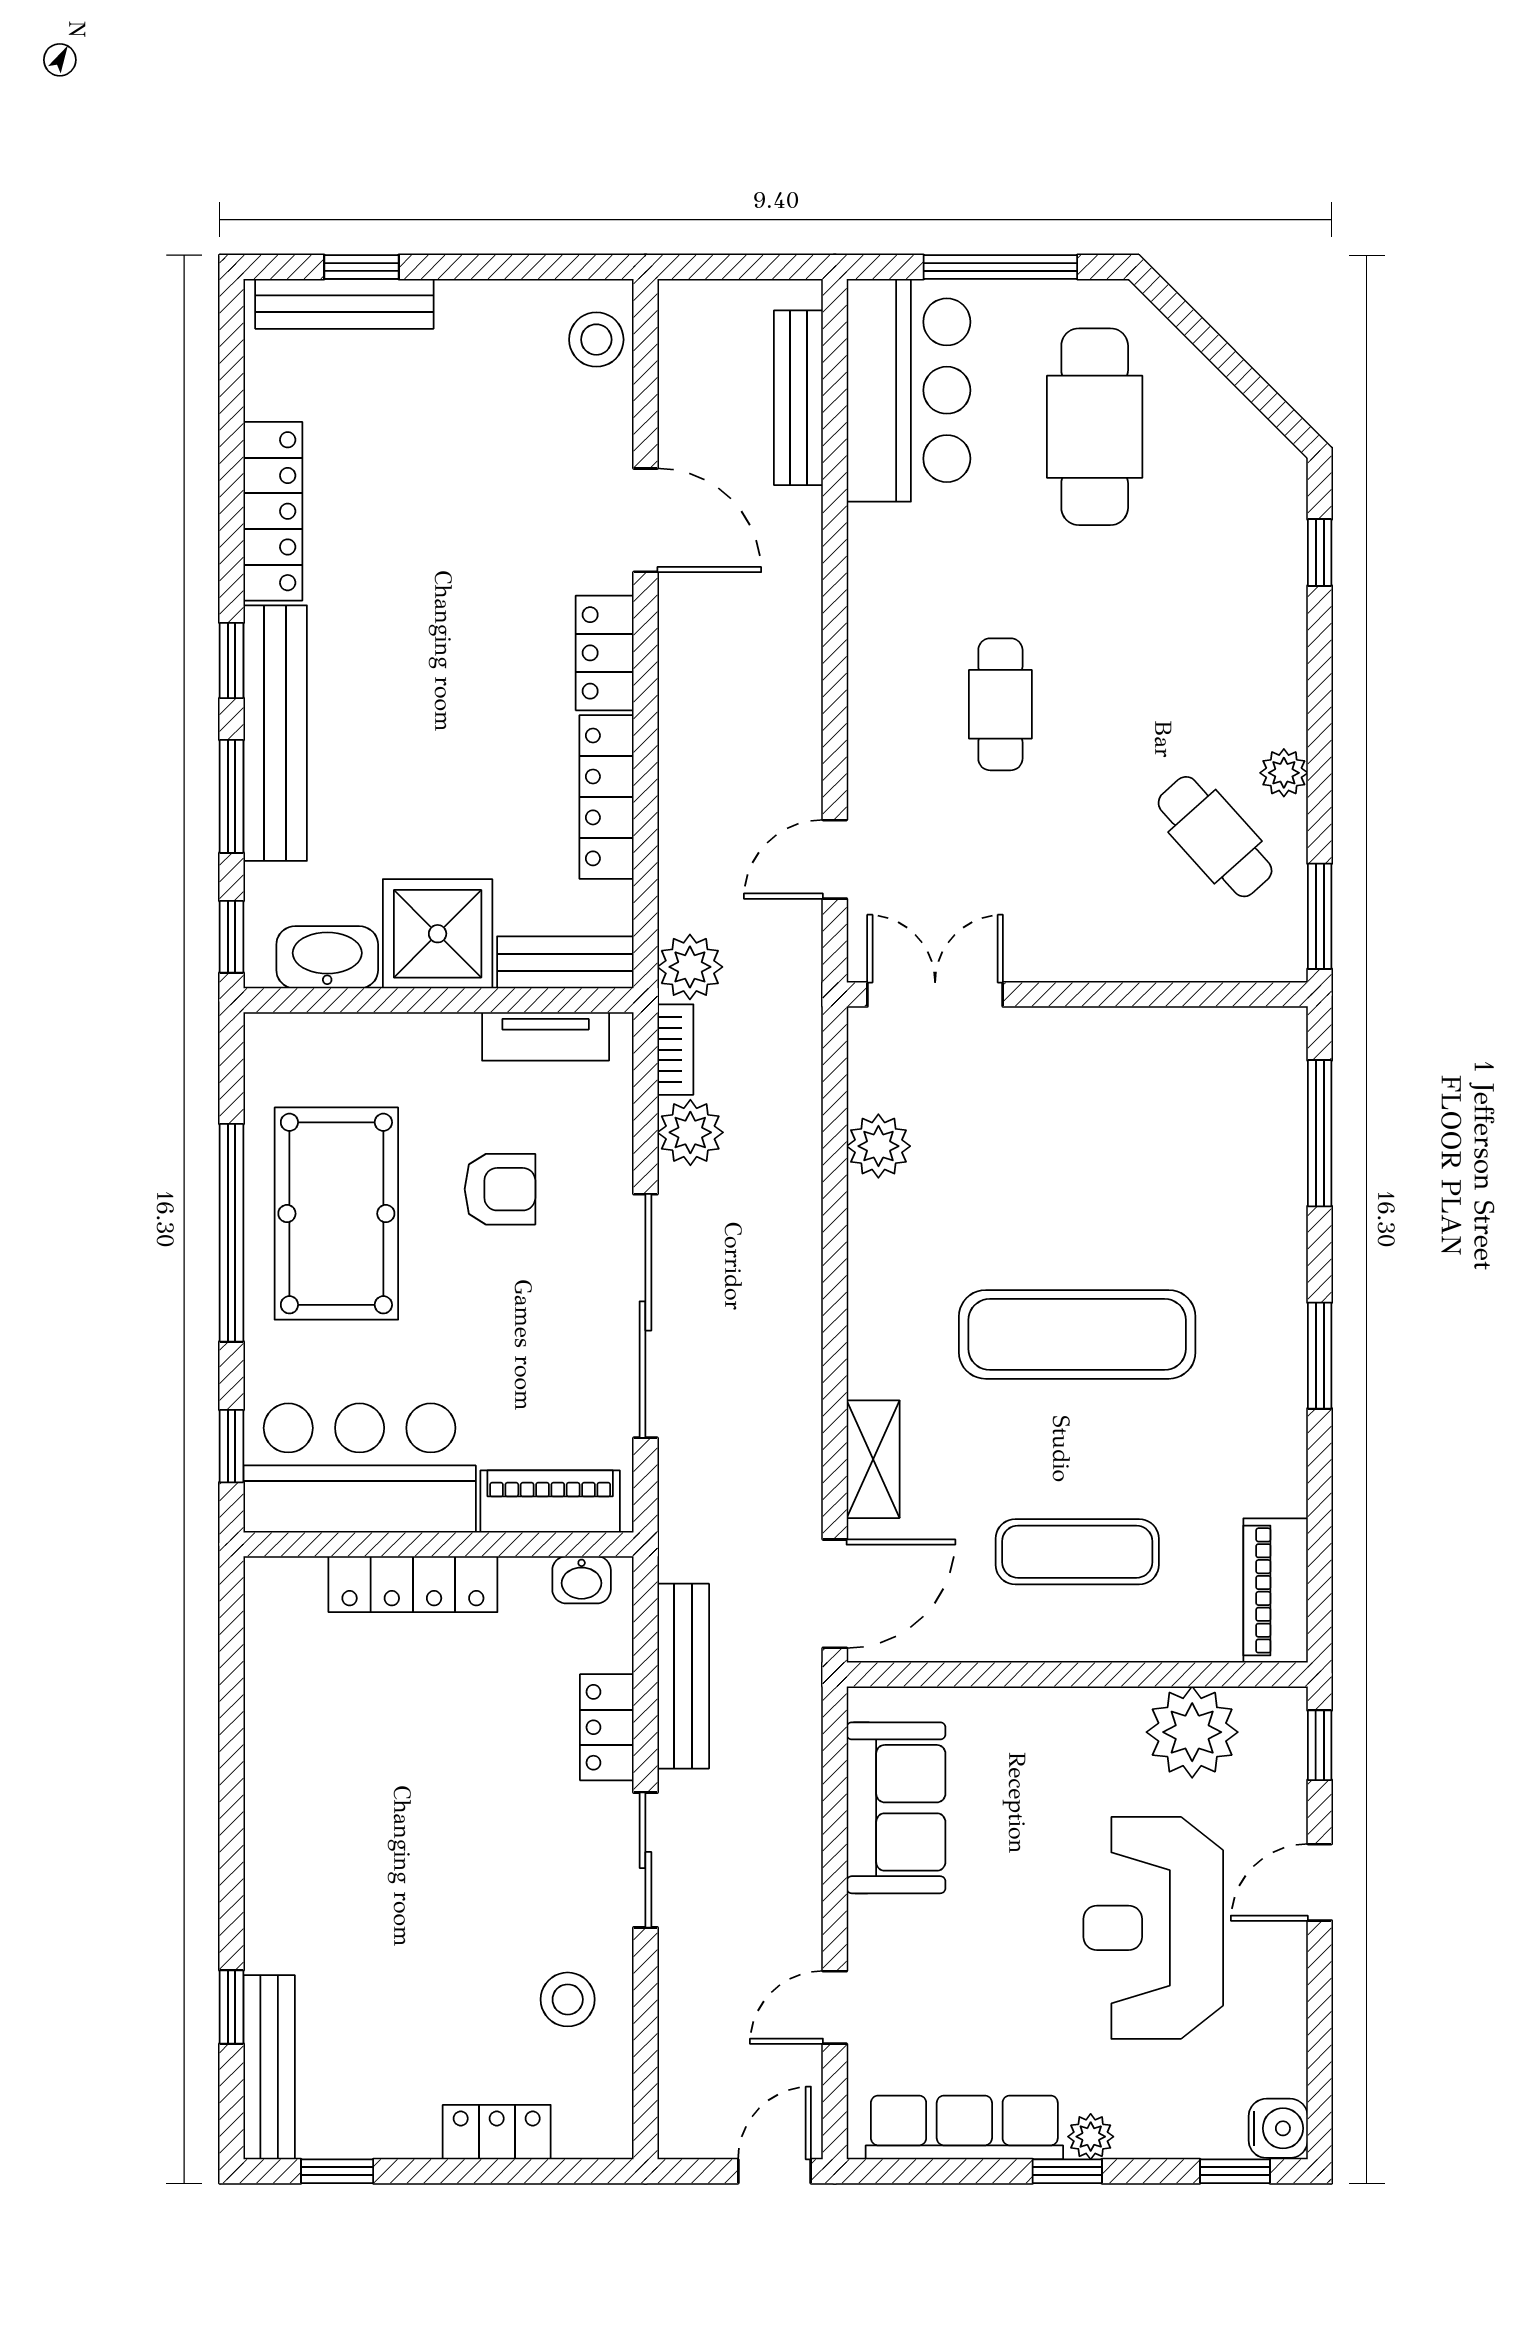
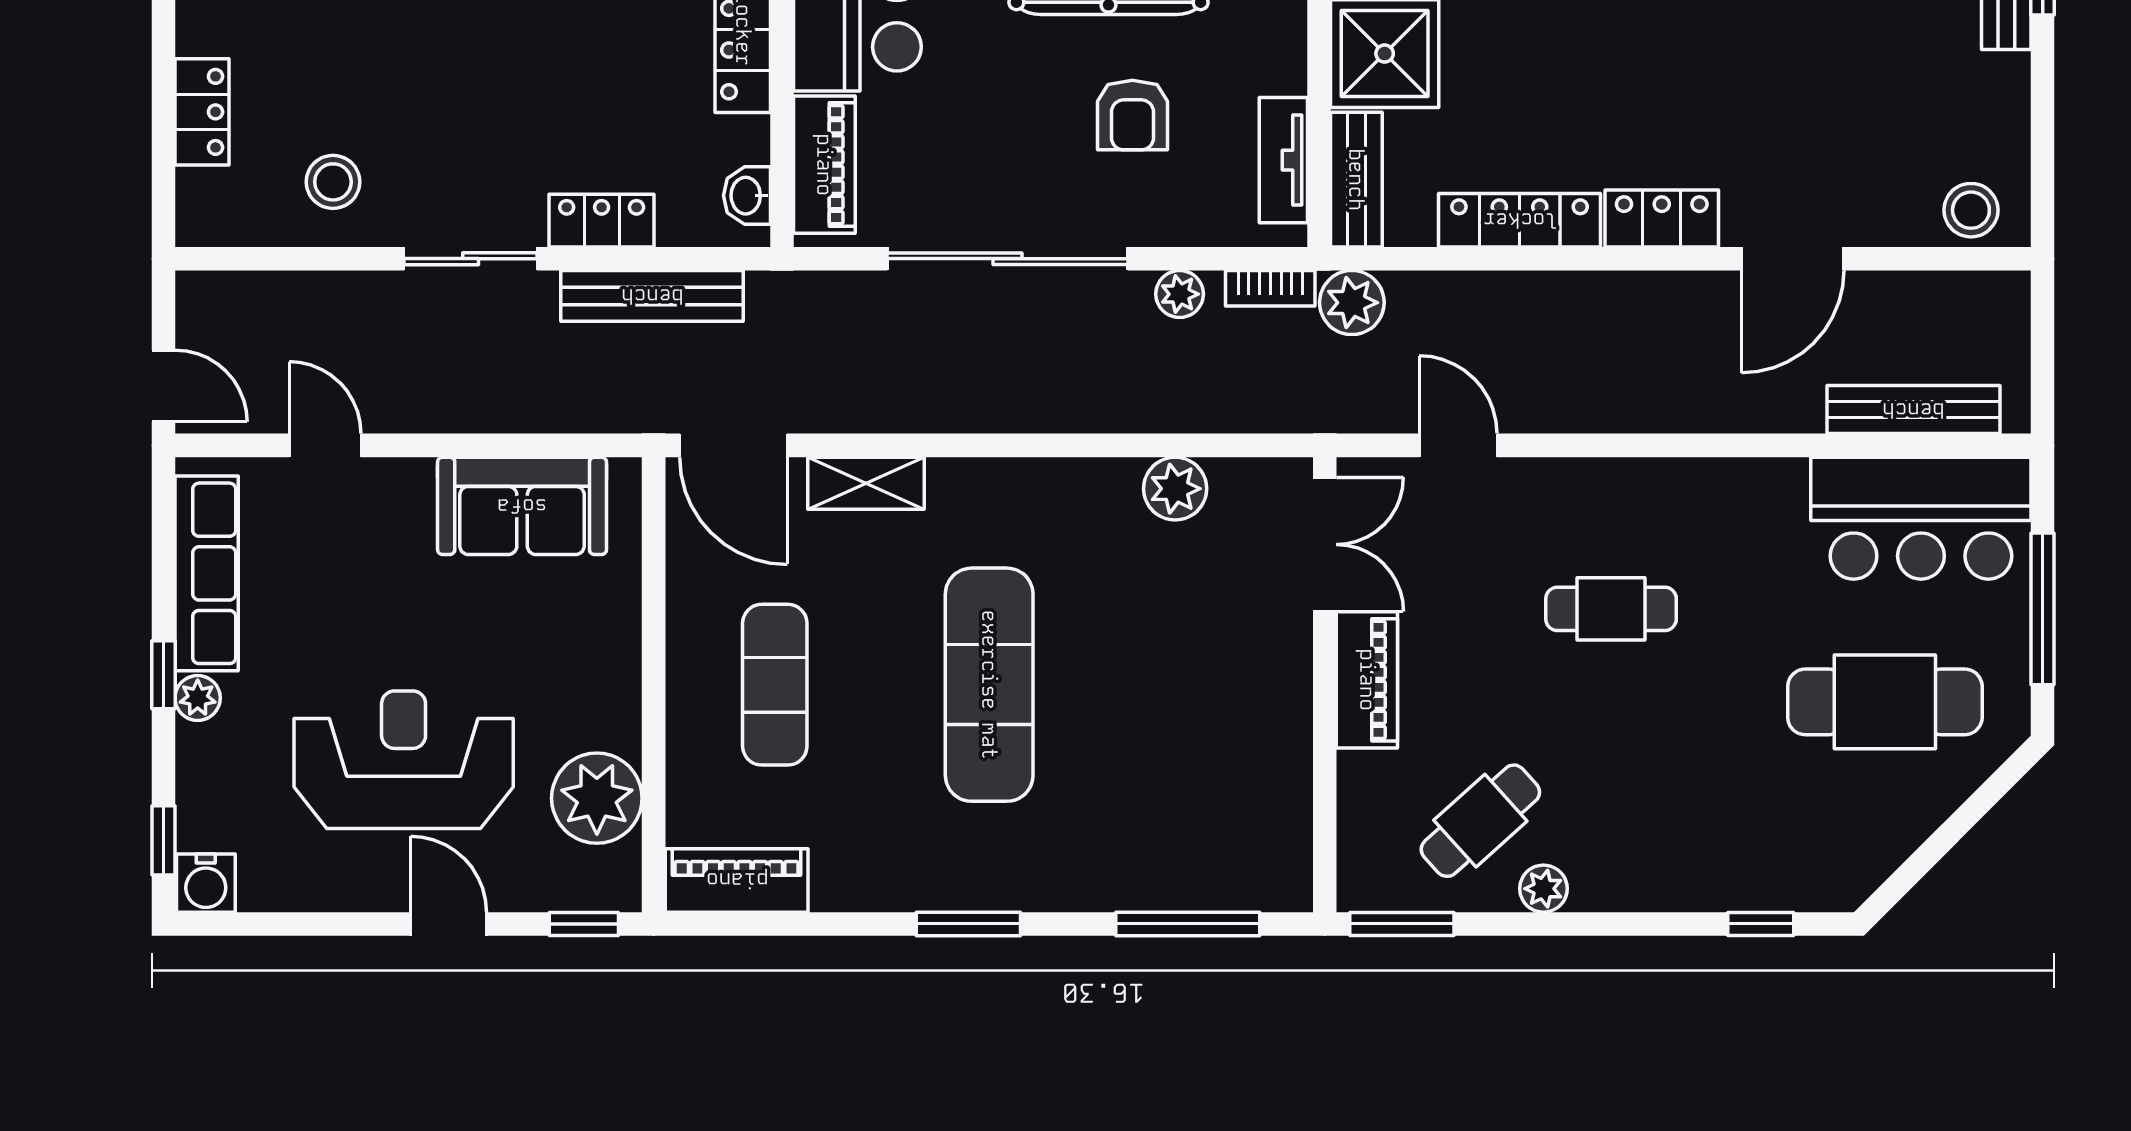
piano: (1072, 952) -> (1367, 680), added
plant: (690, 1132) -> (1180, 294), width x0.73, depth x0.73

